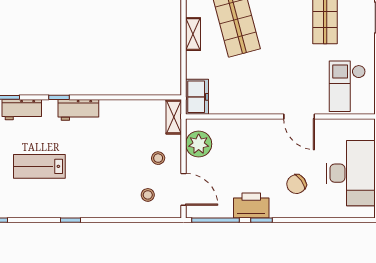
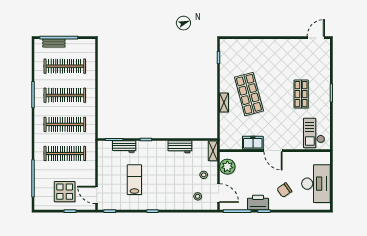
freezer: (197, 97) -> (253, 143), moved, turned -90
workbench: (78, 110) -> (180, 147), moved
door: (299, 116) -> (273, 151), moved
lab bench: (39, 166) -> (134, 180), turned 90

